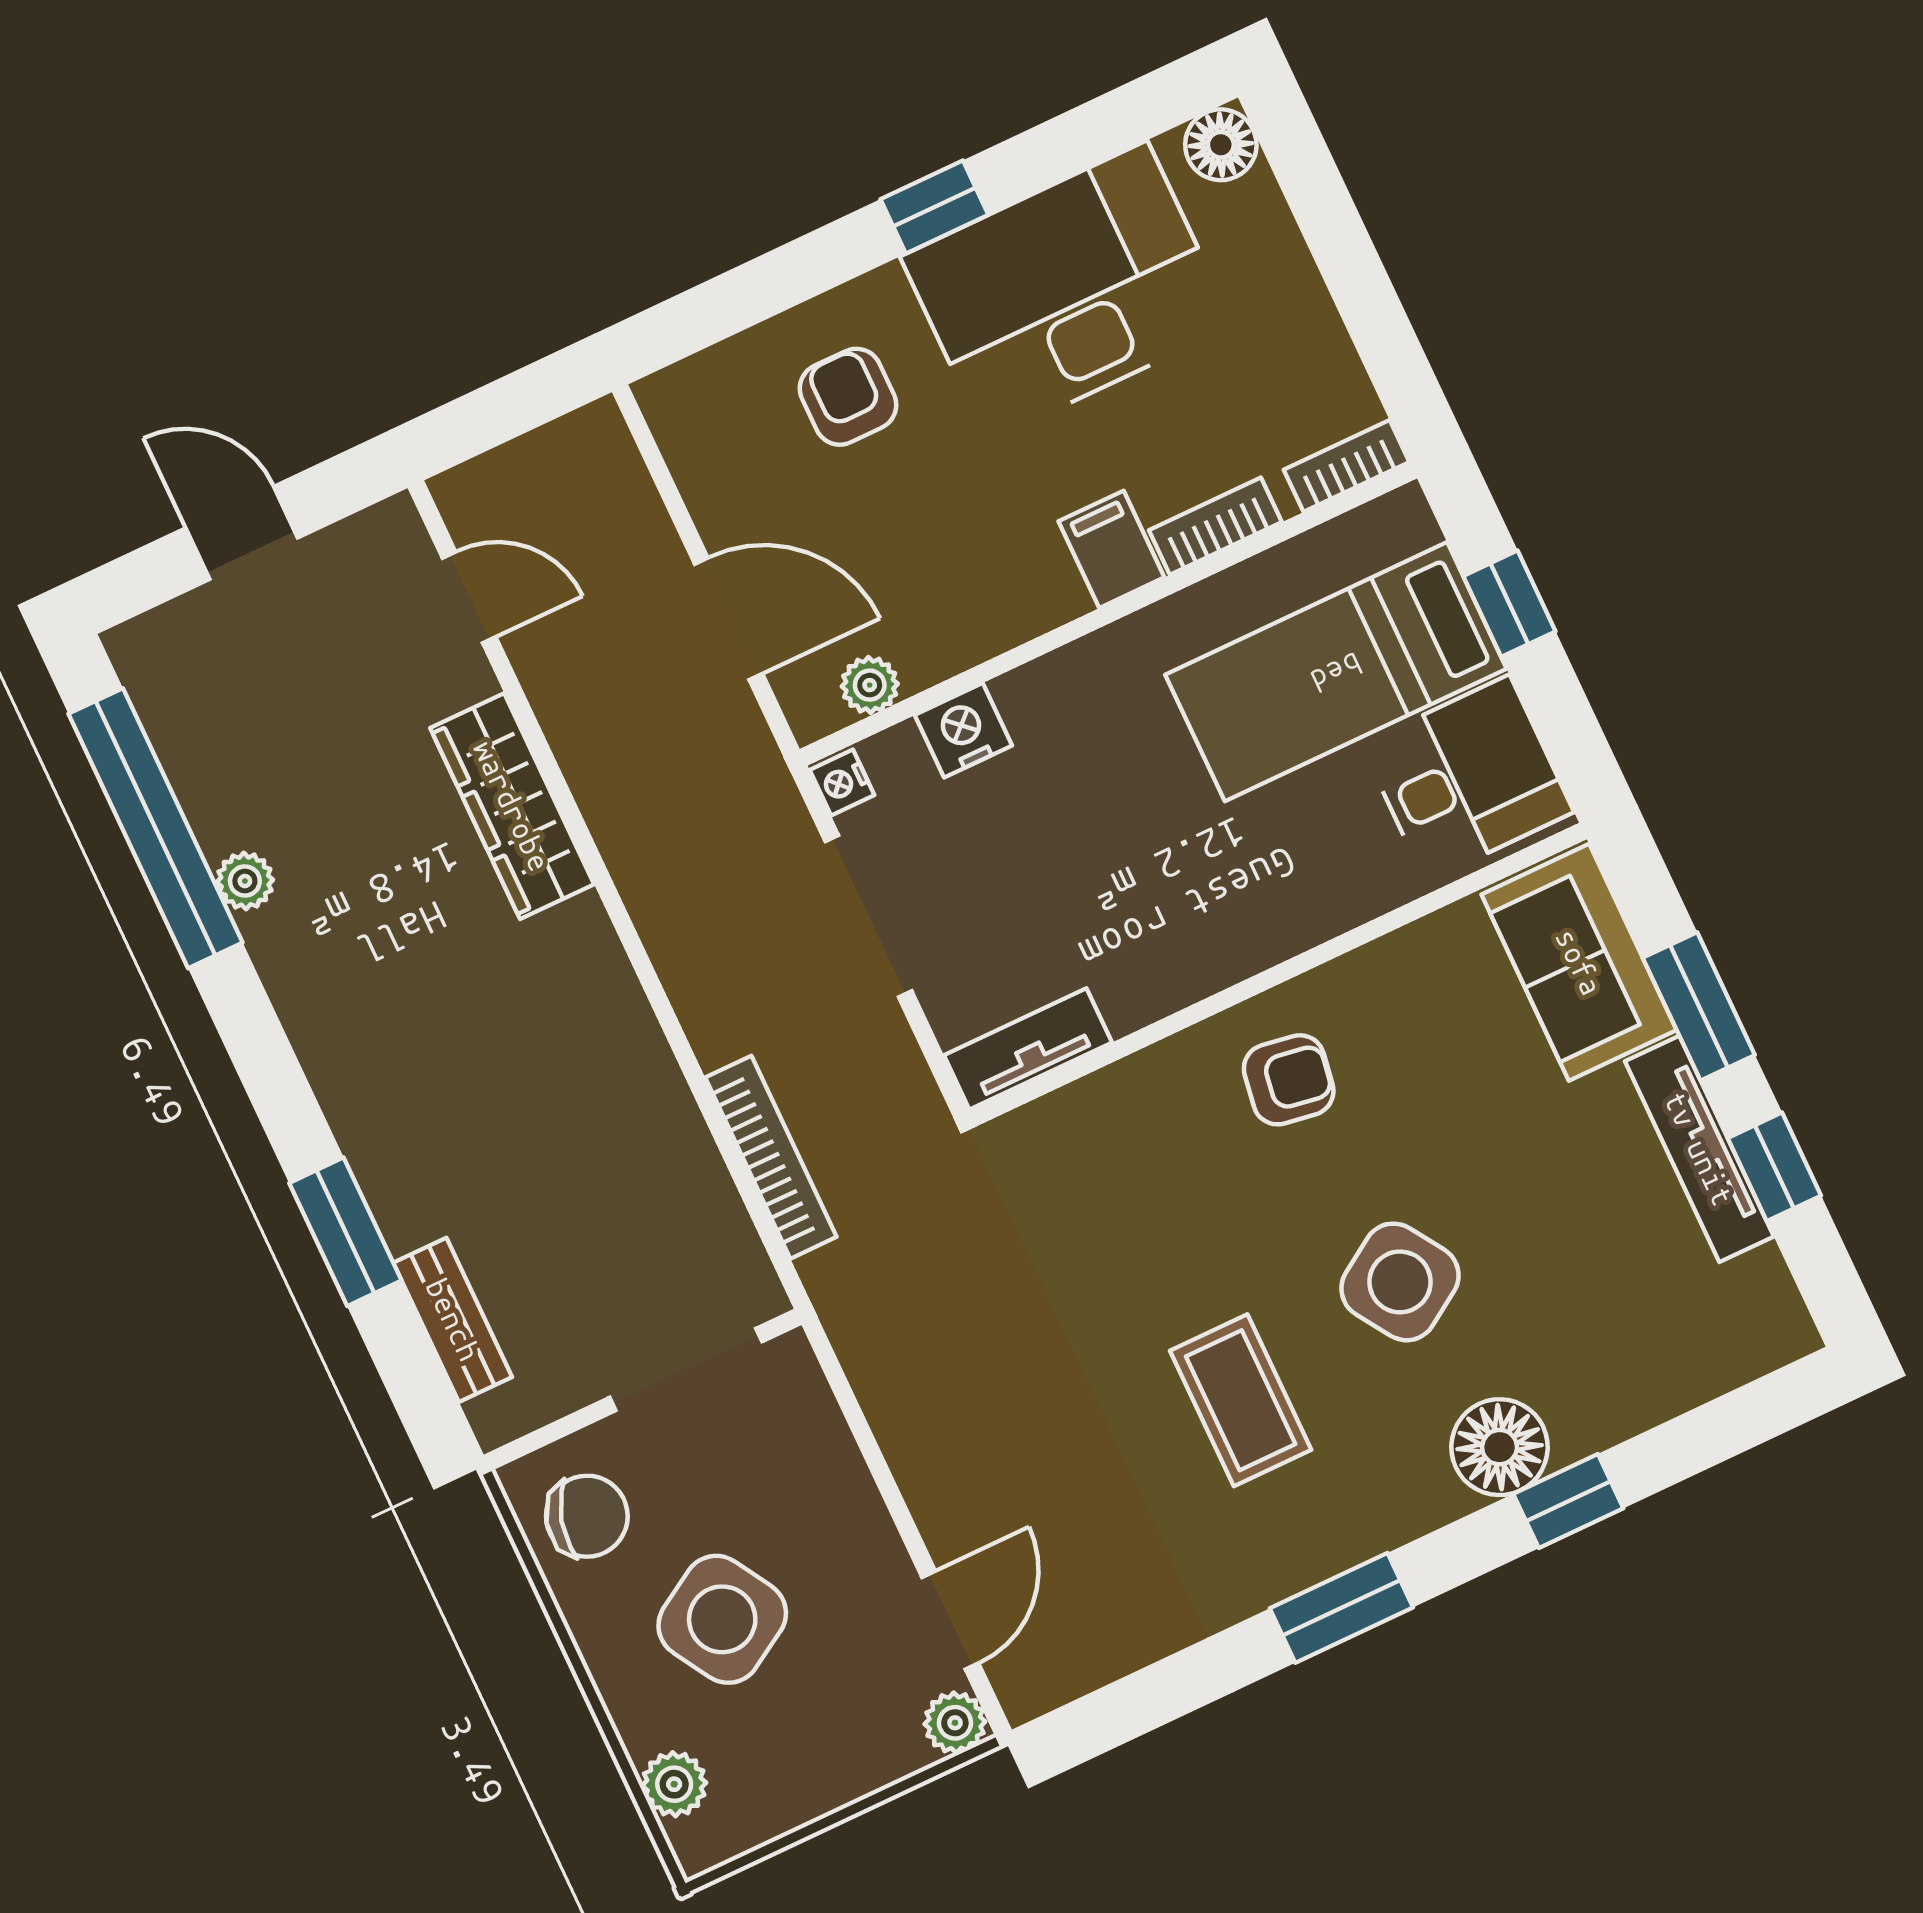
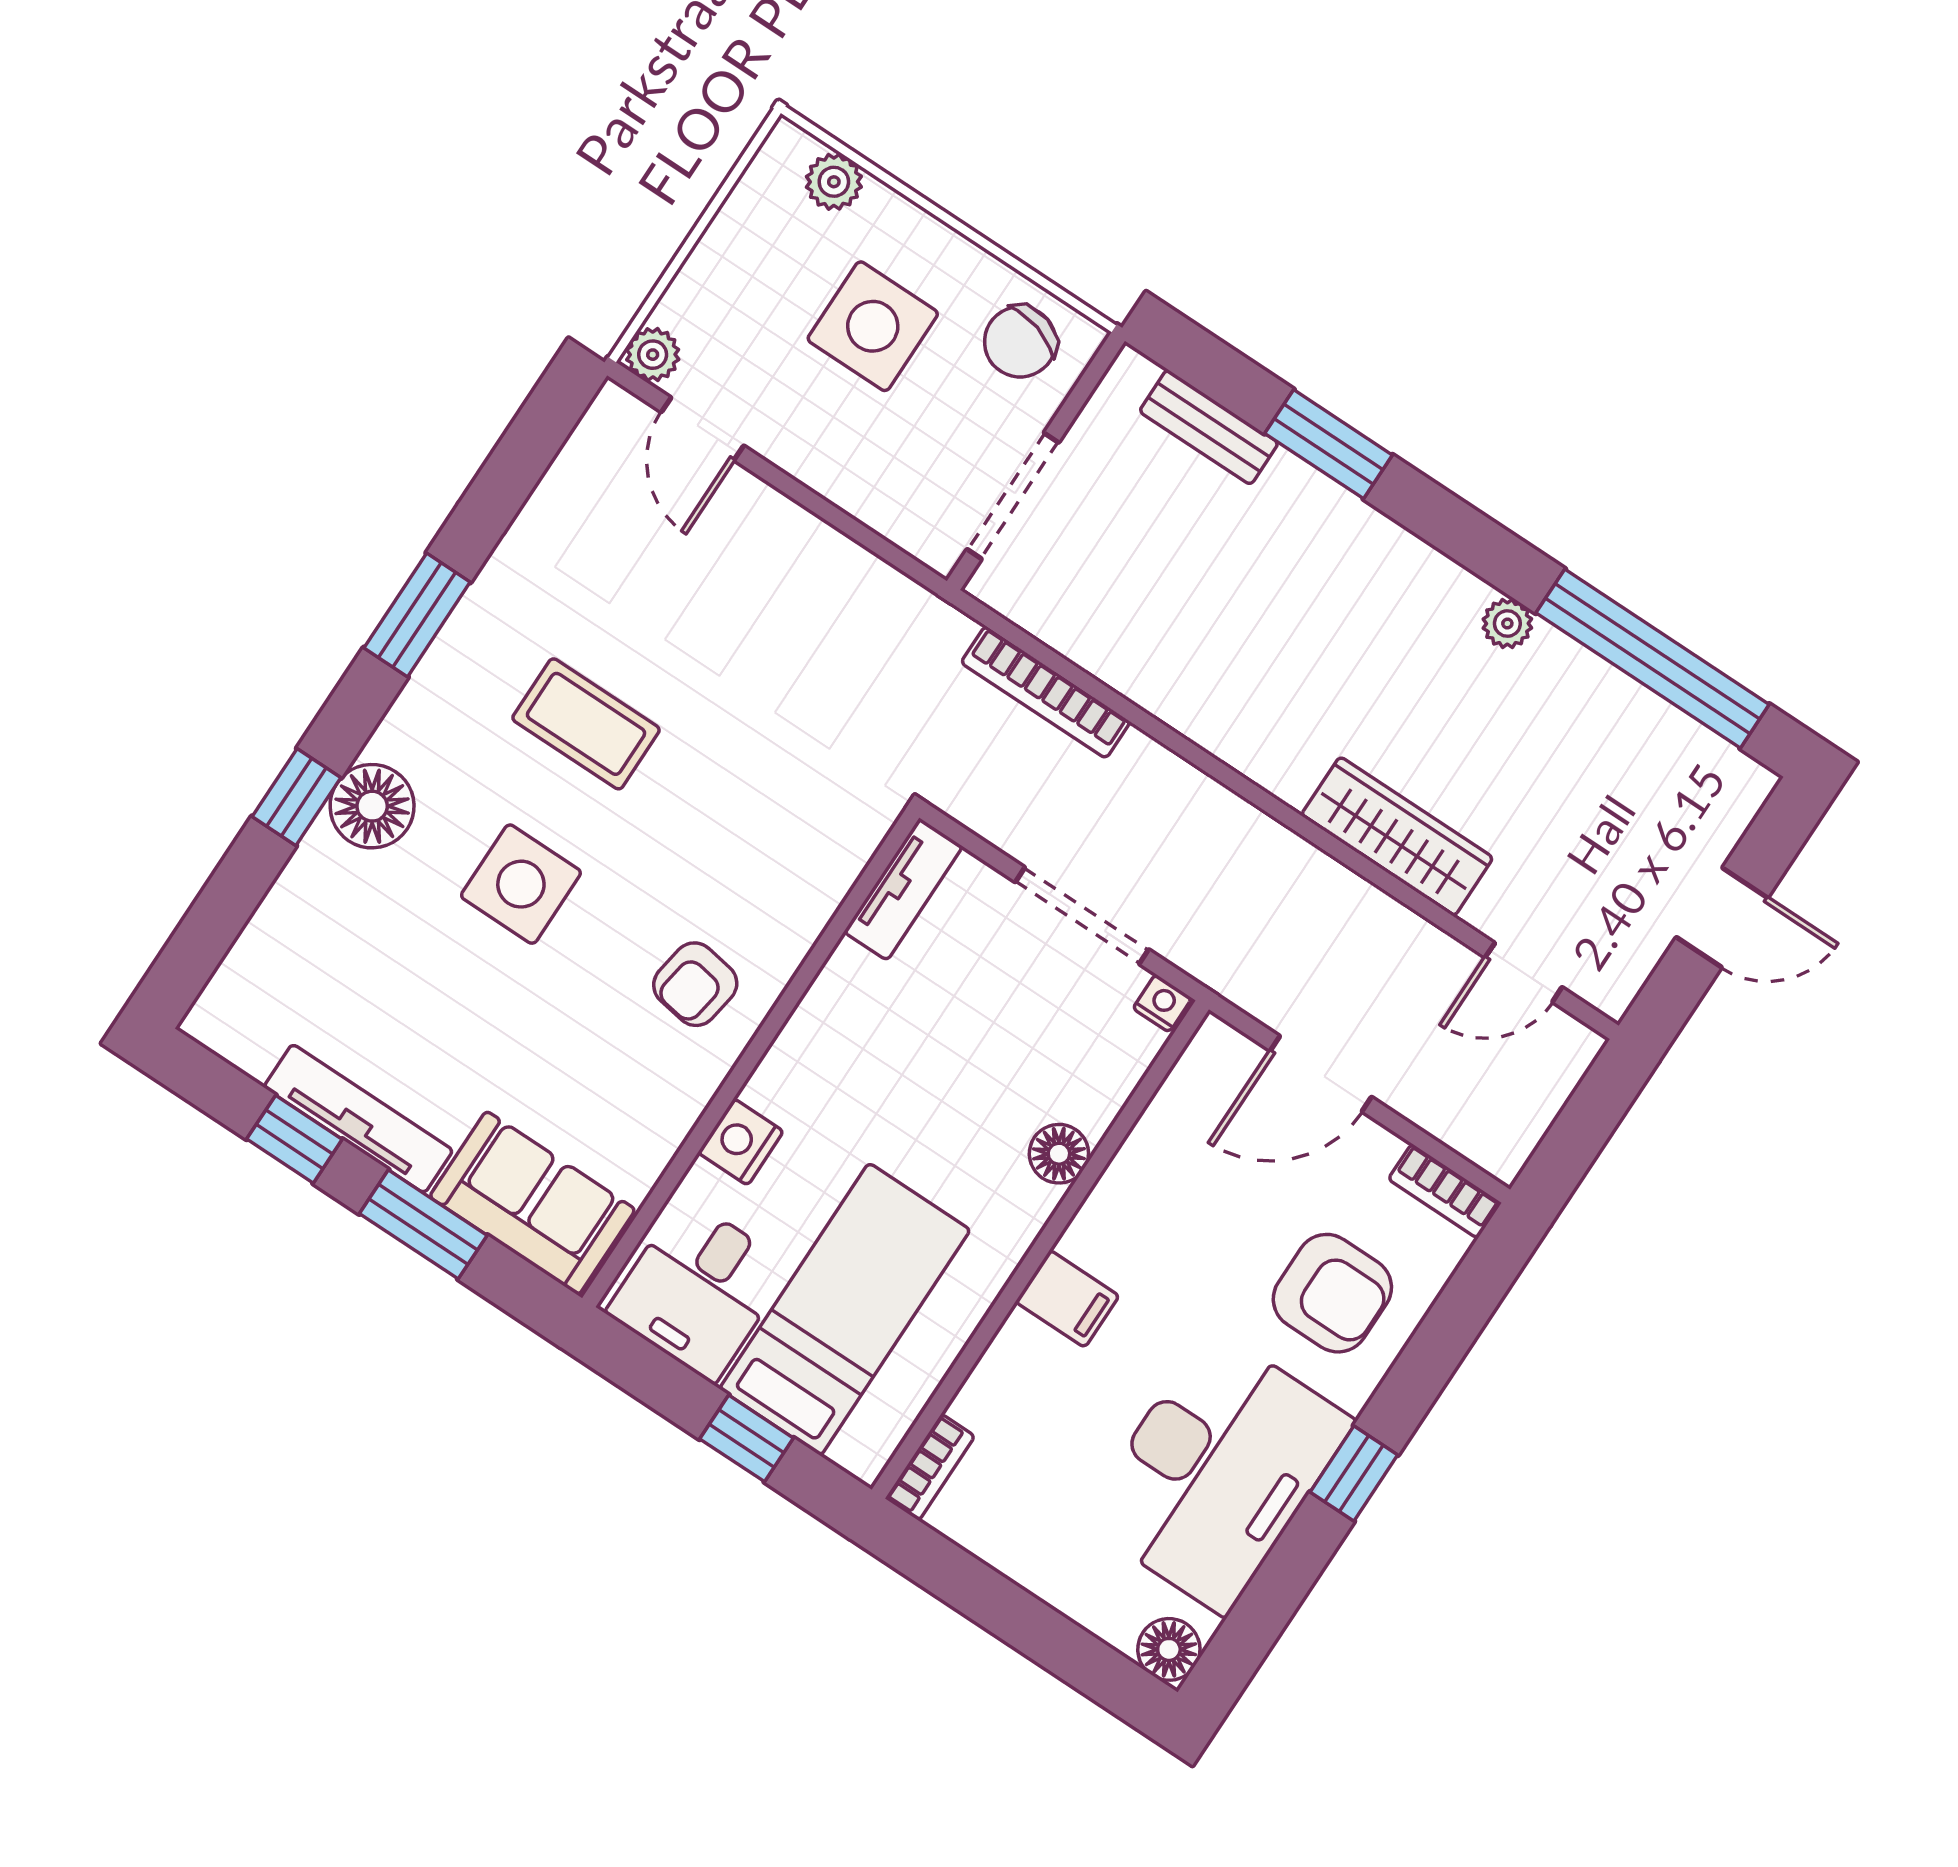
armchair: (848, 397) -> (1332, 1293), width x1.38, depth x1.38
bookcase: (1215, 526) -> (1445, 1191), moved, turned 90
plant: (870, 685) -> (1186, 1088), removed
floor lamp: (1033, 697) -> (1059, 1154), added
nightstand: (963, 730) -> (741, 1142), moved, turned 180
plant: (245, 881) -> (1507, 624), moved
side table: (1400, 1282) -> (521, 884), turned 33
side table: (722, 1619) -> (873, 326), turned 31

